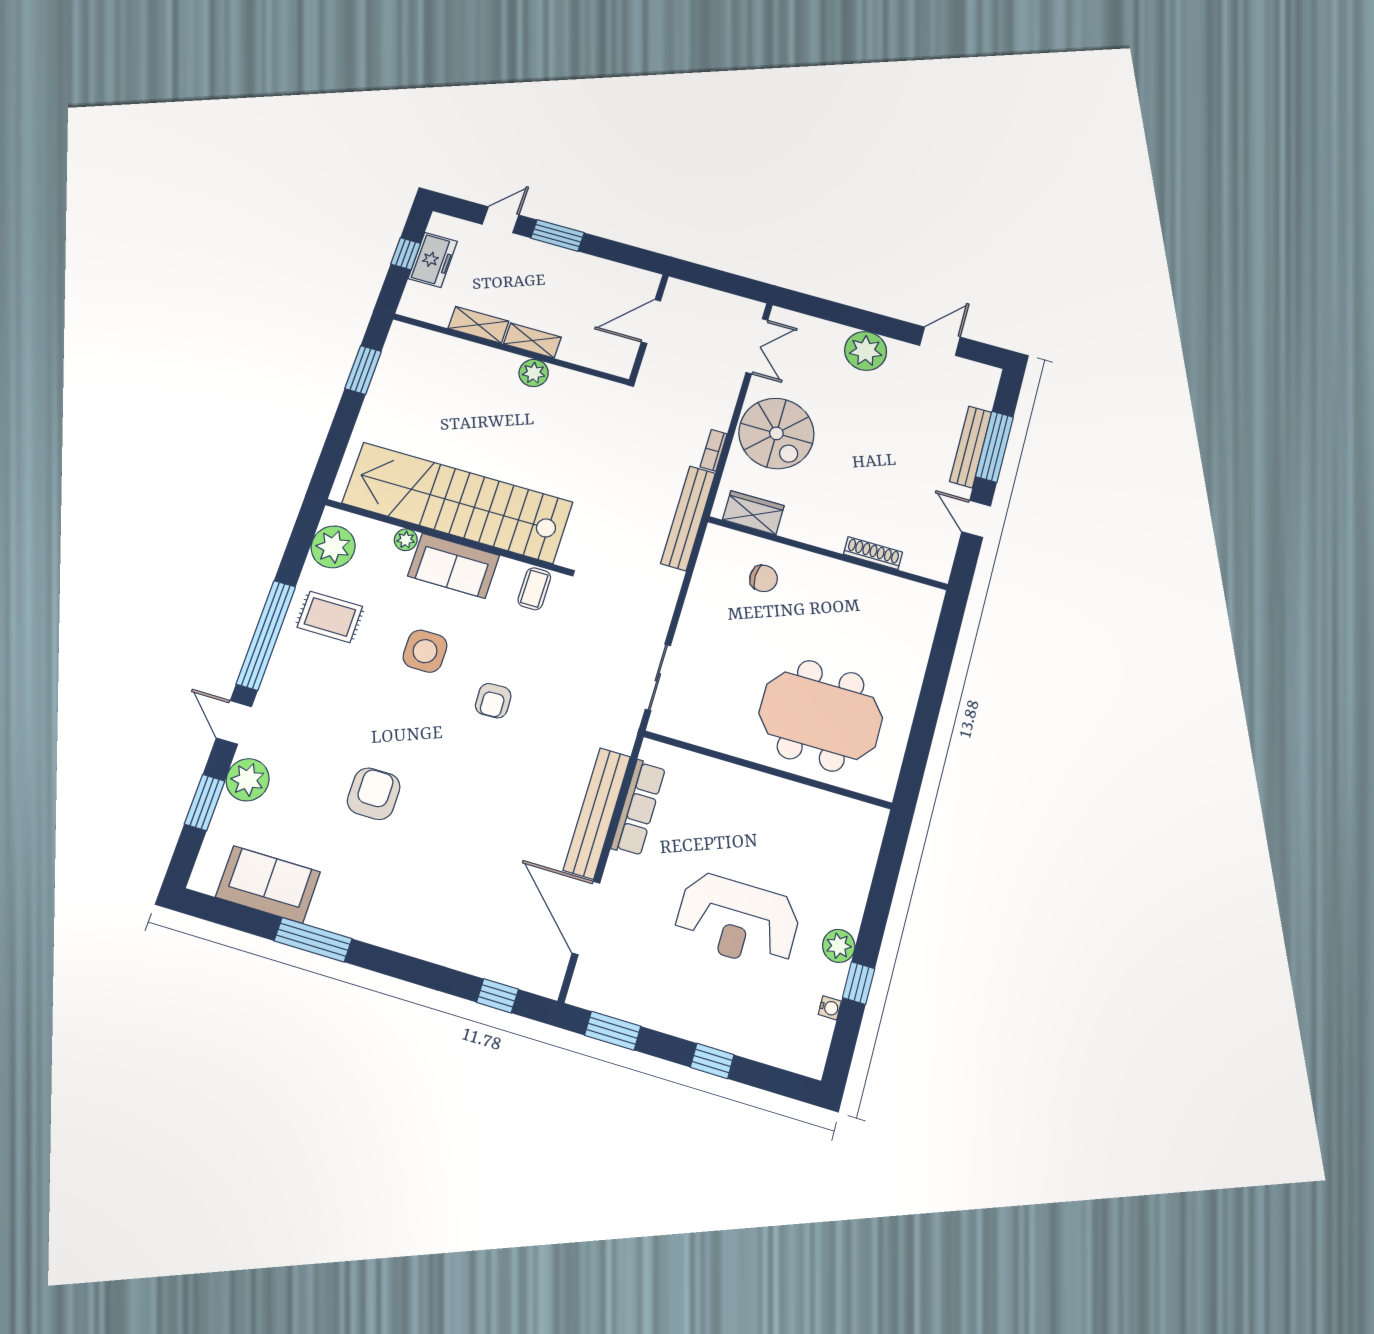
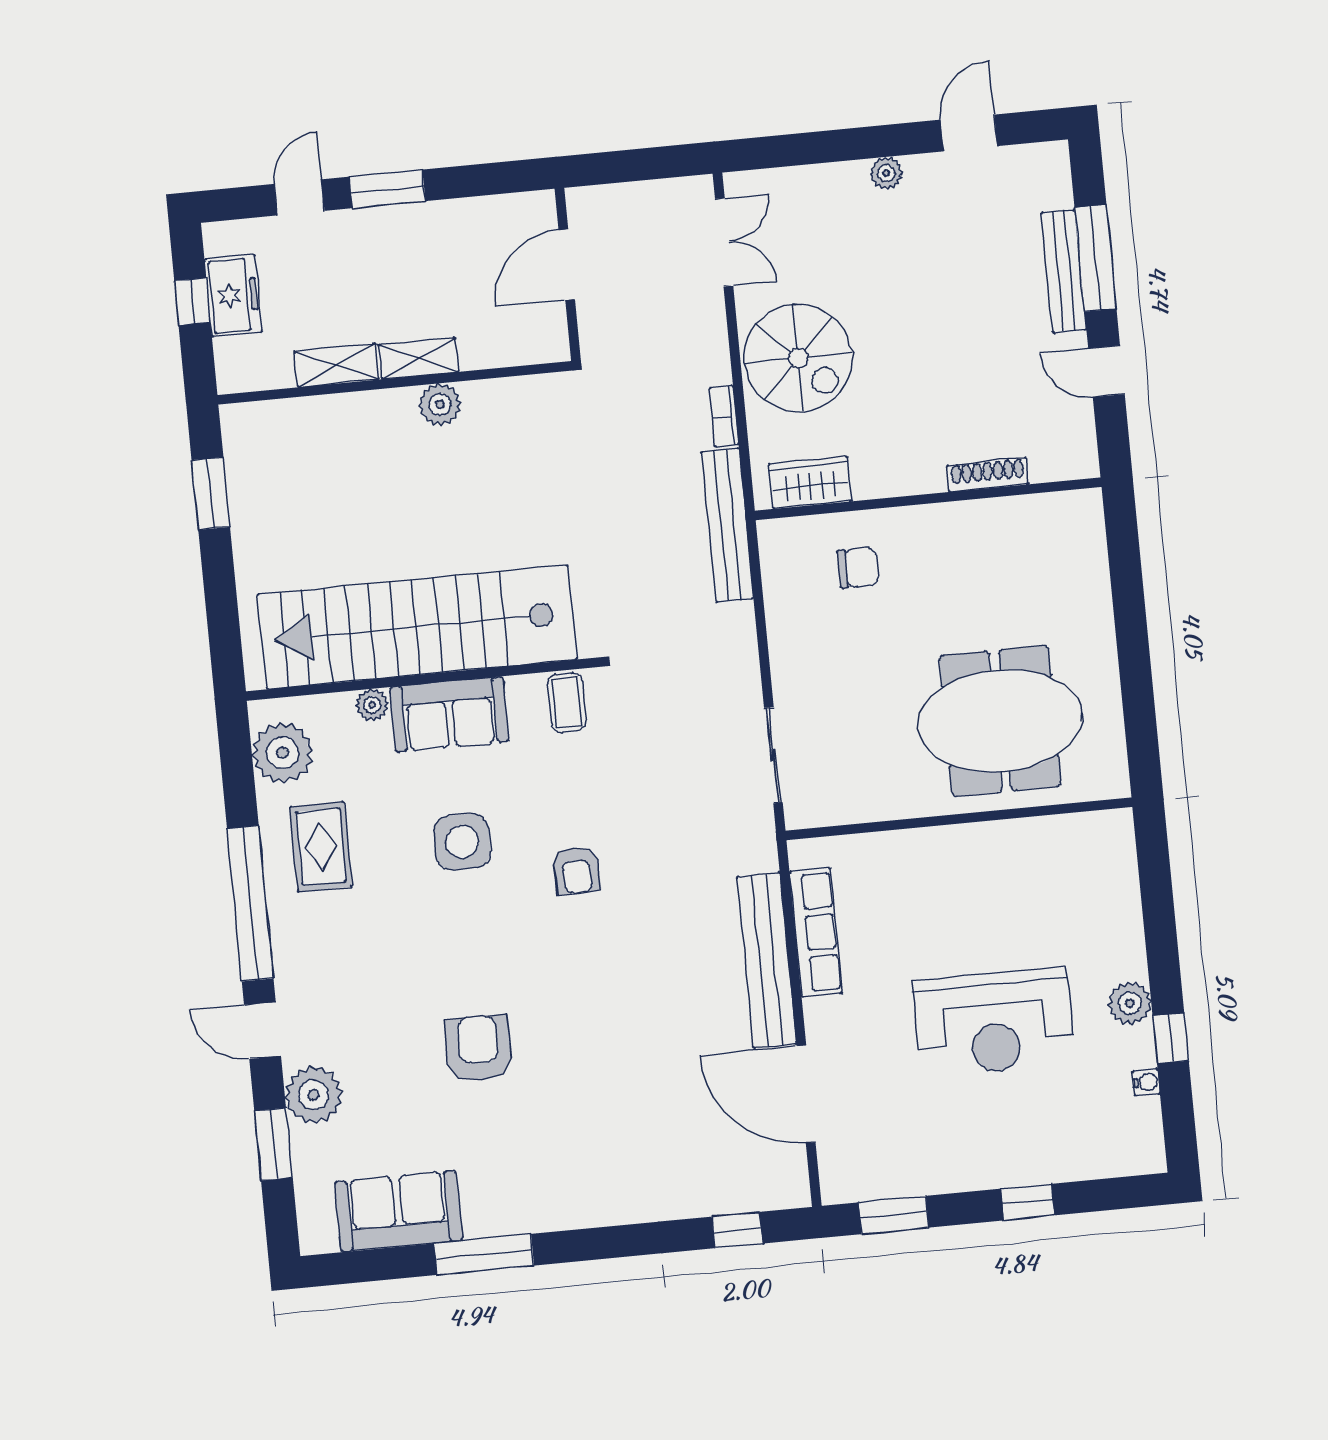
plant: (866, 351) -> (886, 173), width x0.53, depth x0.53
rug: (330, 617) -> (321, 847), turned 90

